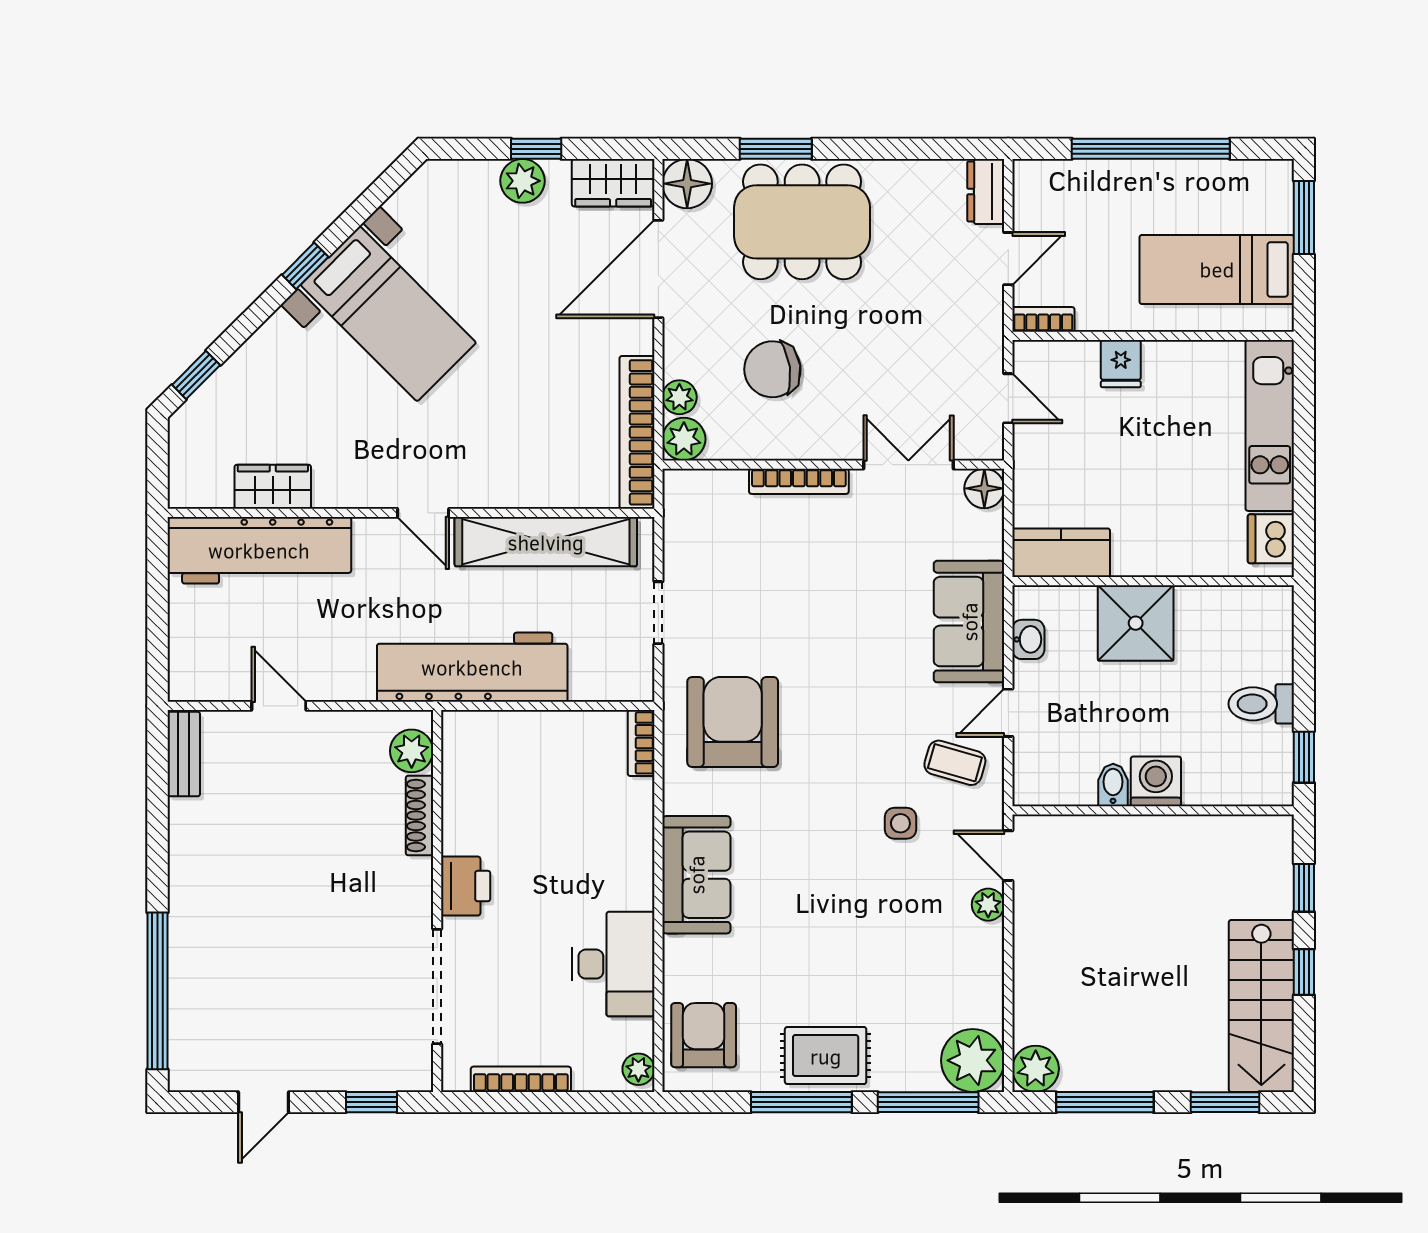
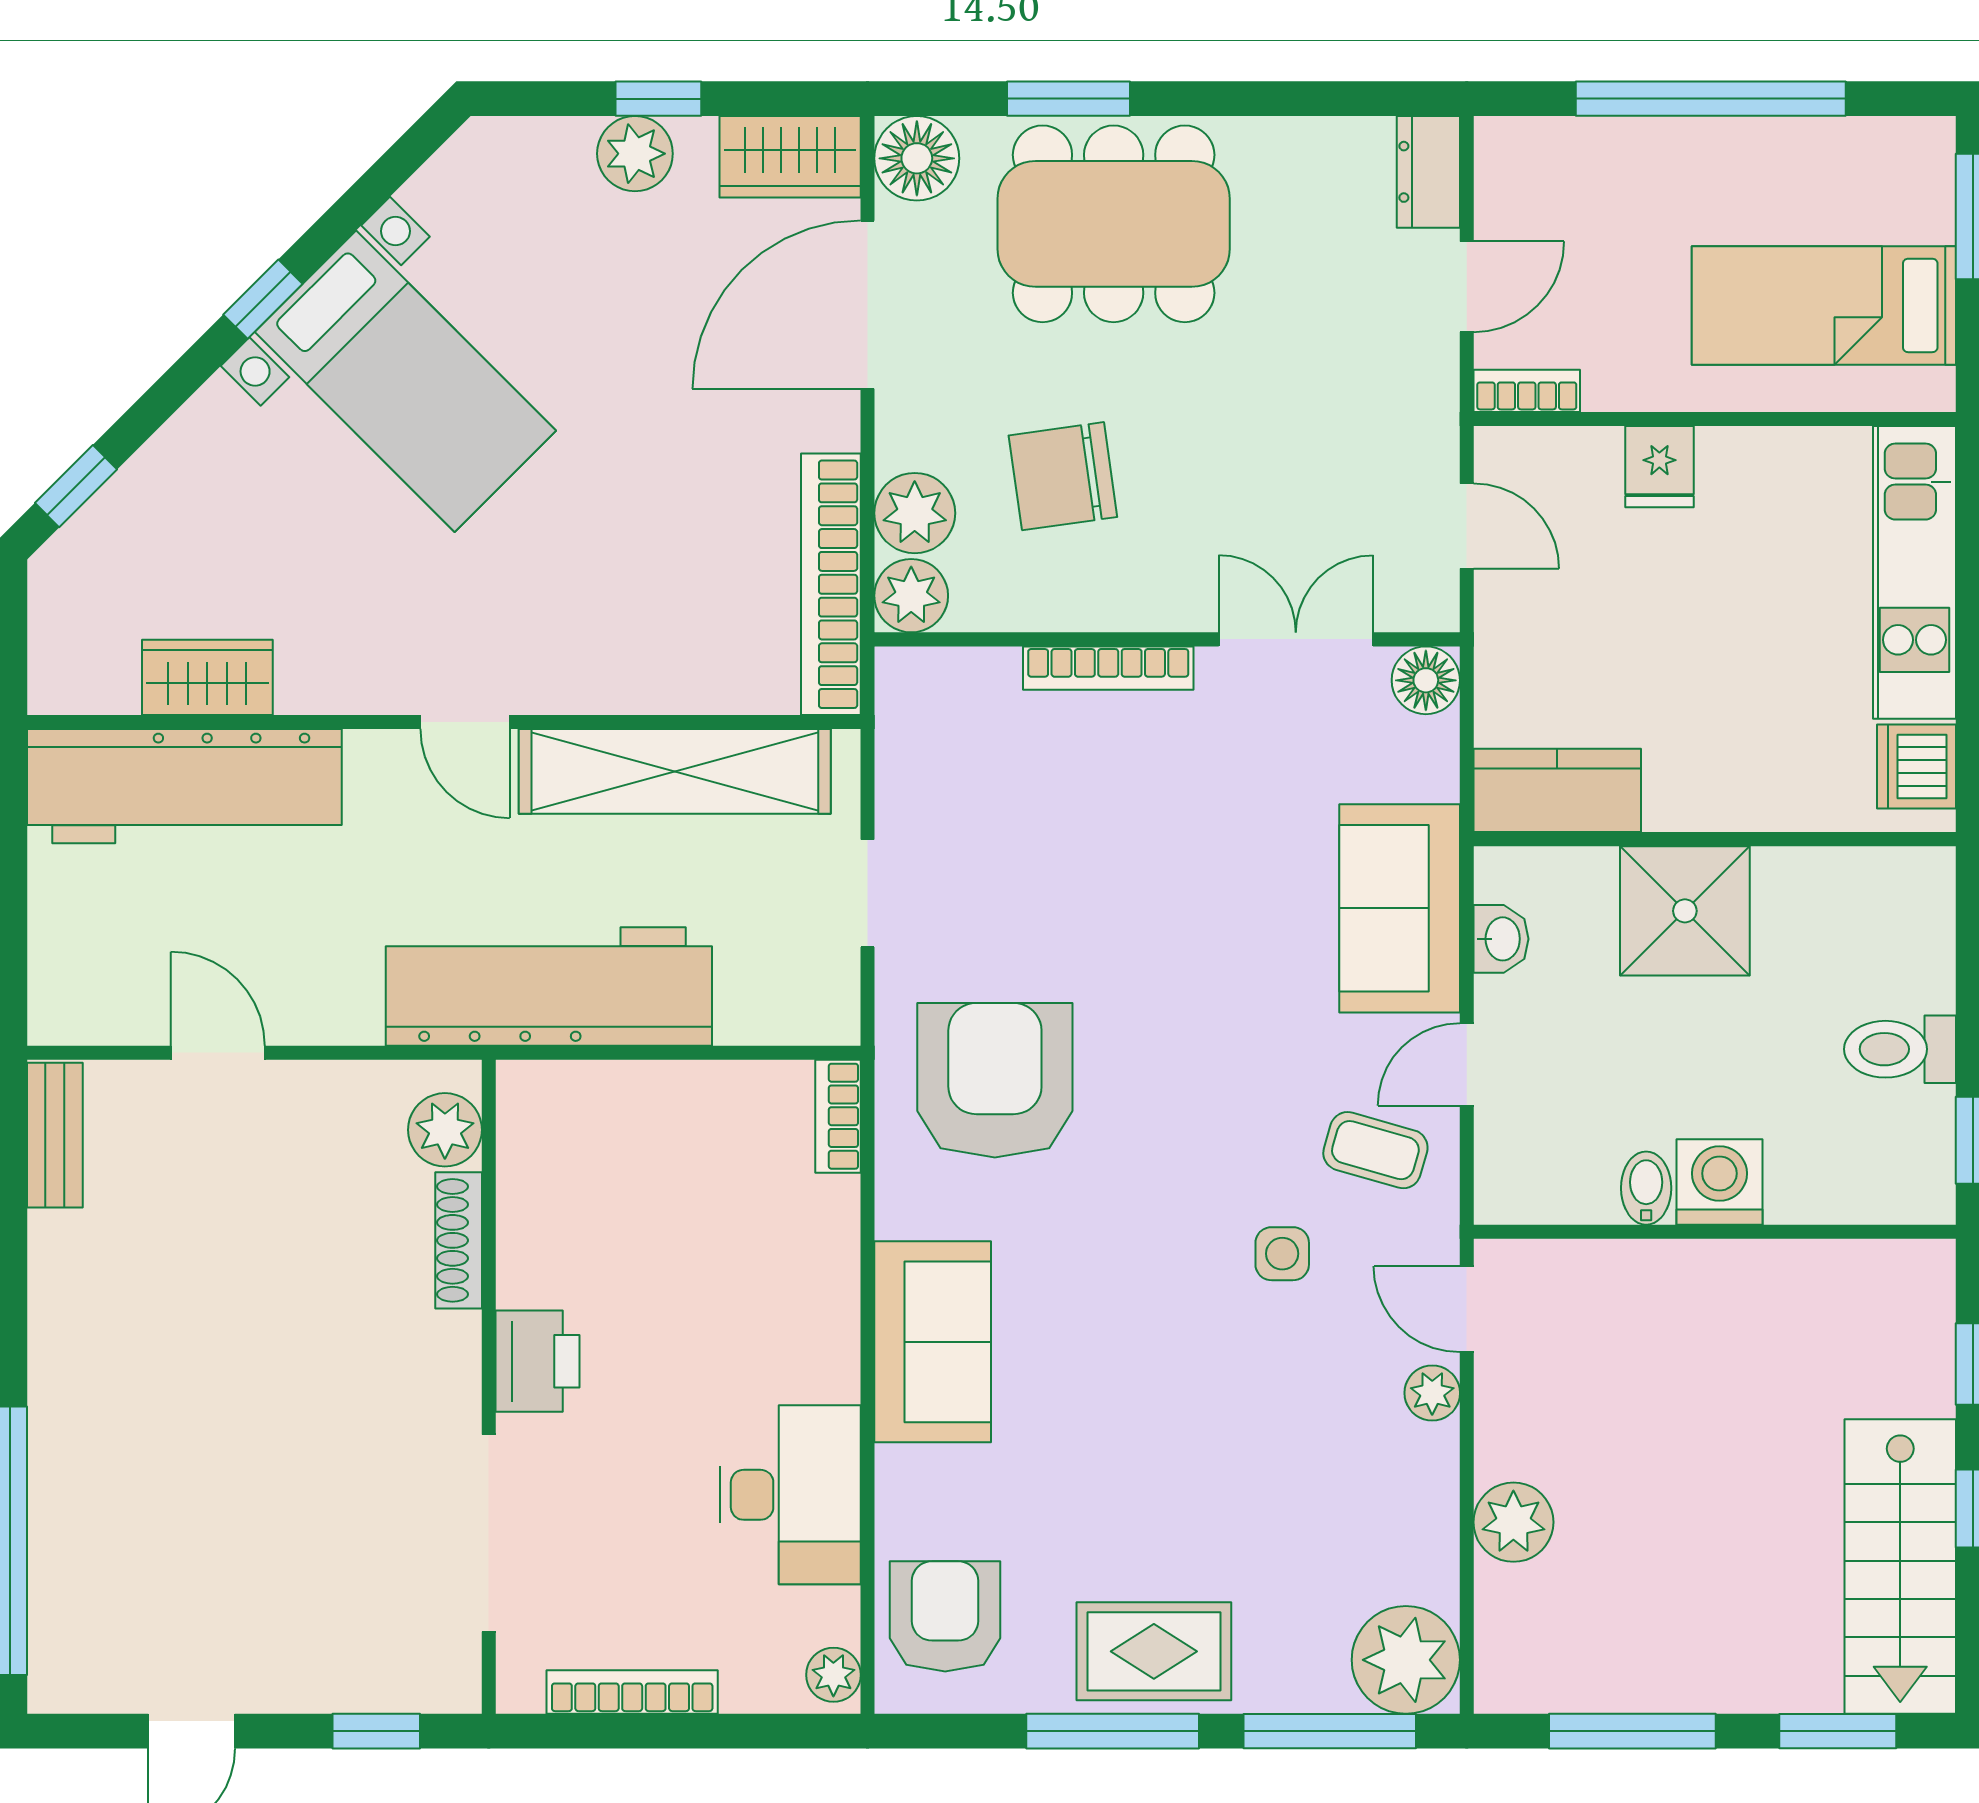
plant: (679, 397) -> (915, 513), width x1.38, depth x1.38
plant: (1036, 1069) -> (1513, 1522), moved

